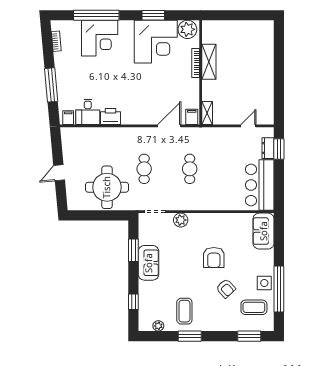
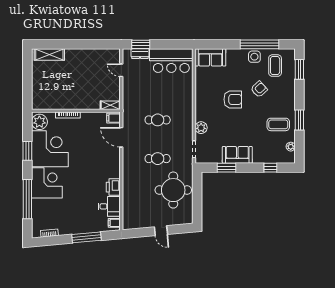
corner desk: (100, 38) -> (47, 183), moved
shelving: (209, 62) -> (49, 54), moved

